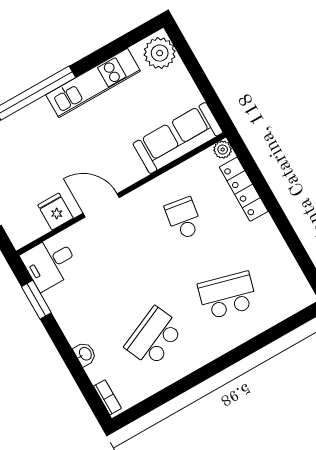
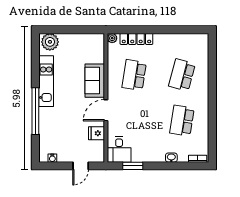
sofa: (178, 138) -> (95, 81), moved, width x0.73
school desk: (184, 218) -> (134, 75), width x1.85
school desk: (154, 337) -> (182, 121), turned 33

